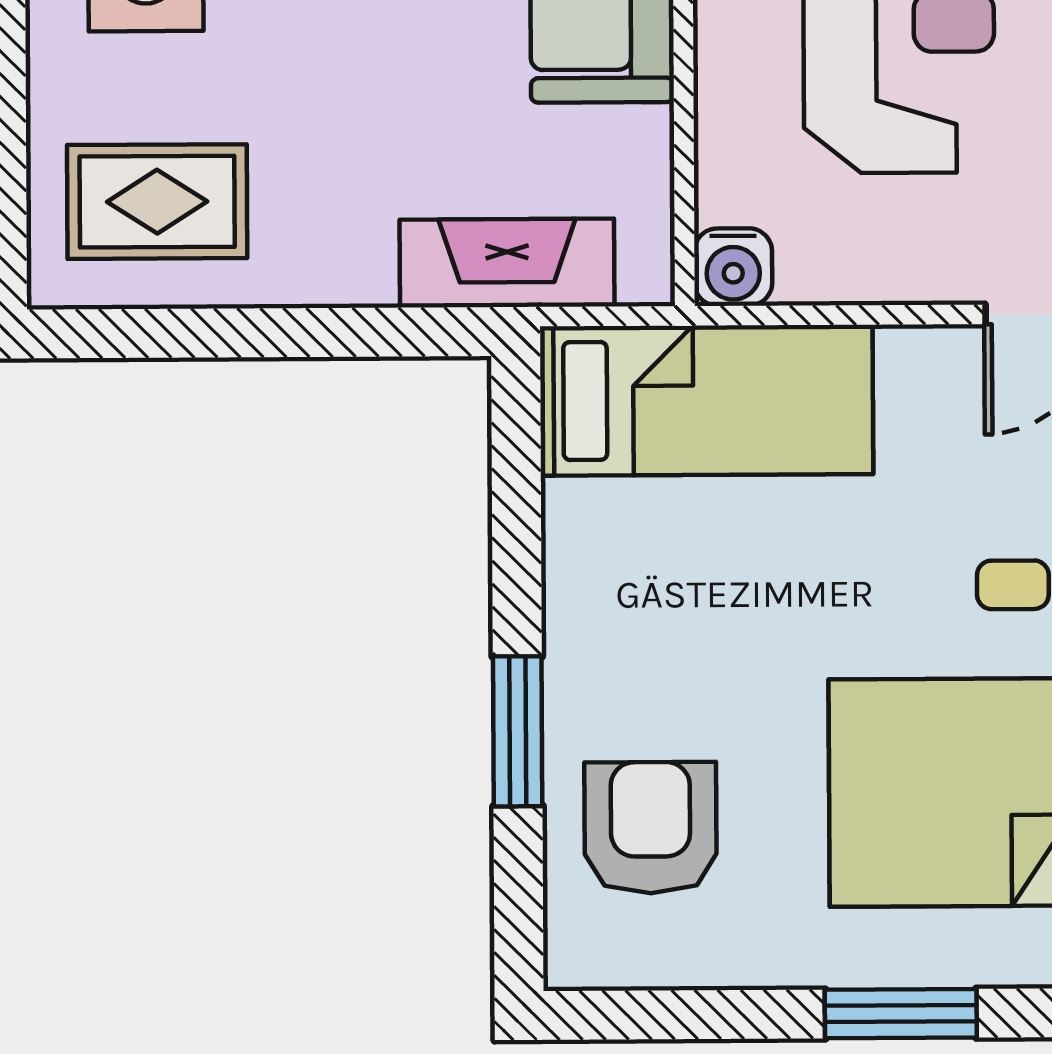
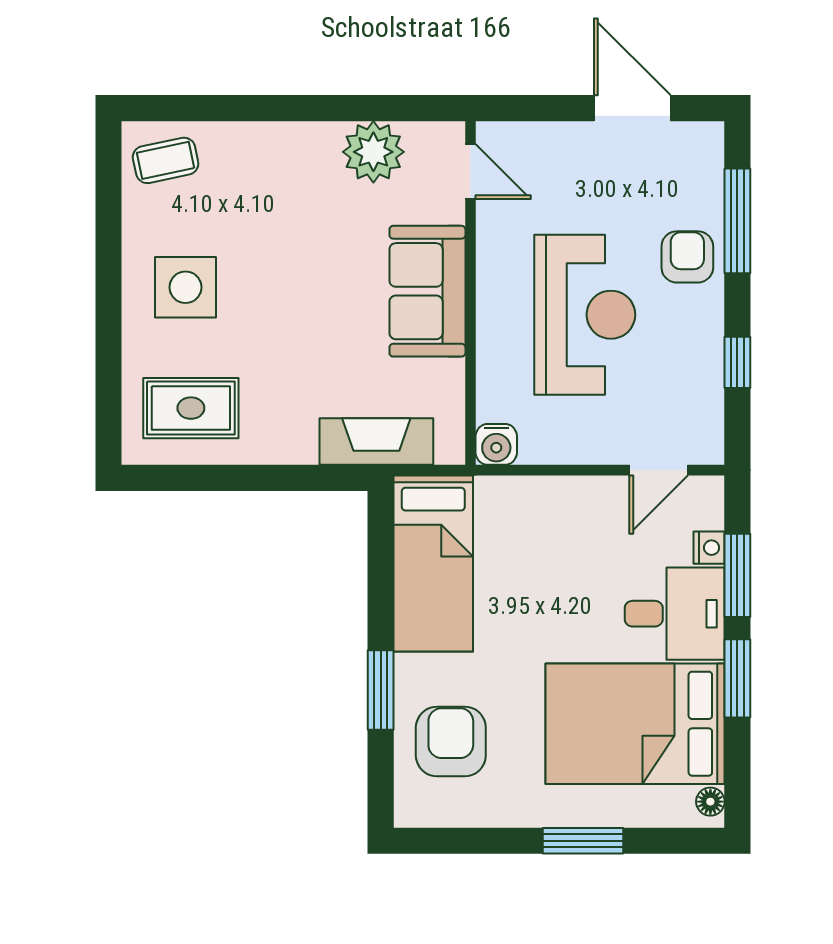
bed: (706, 400) -> (433, 563), moved, turned 90

